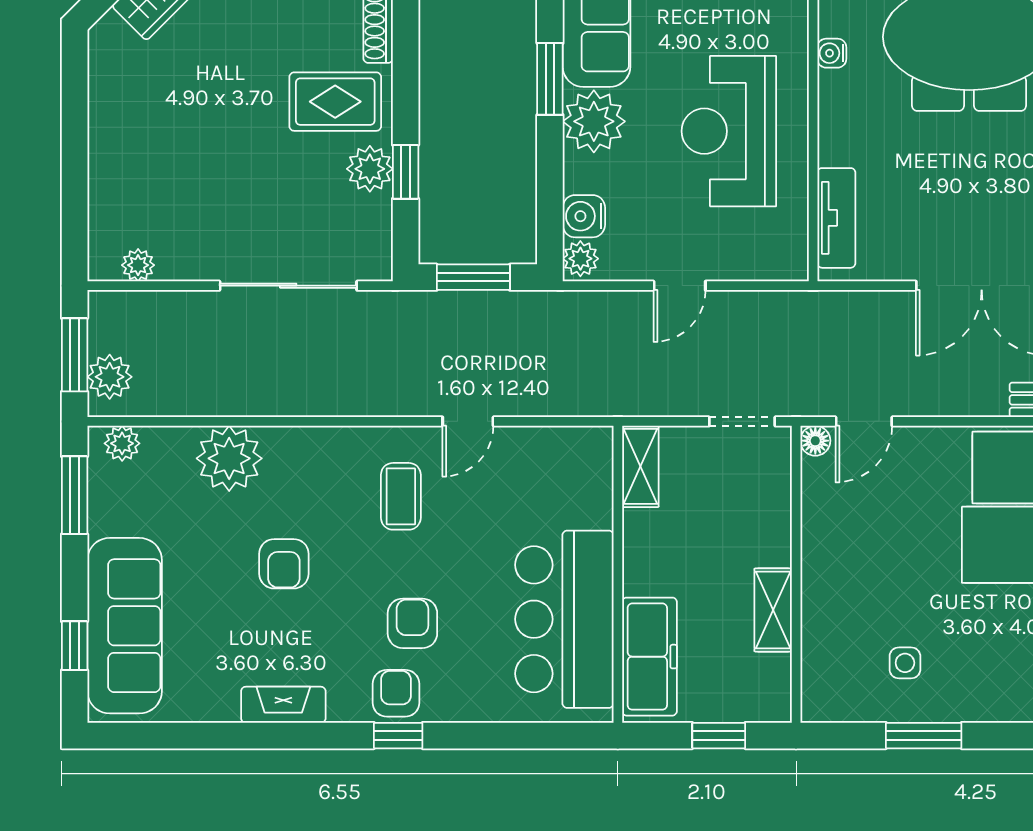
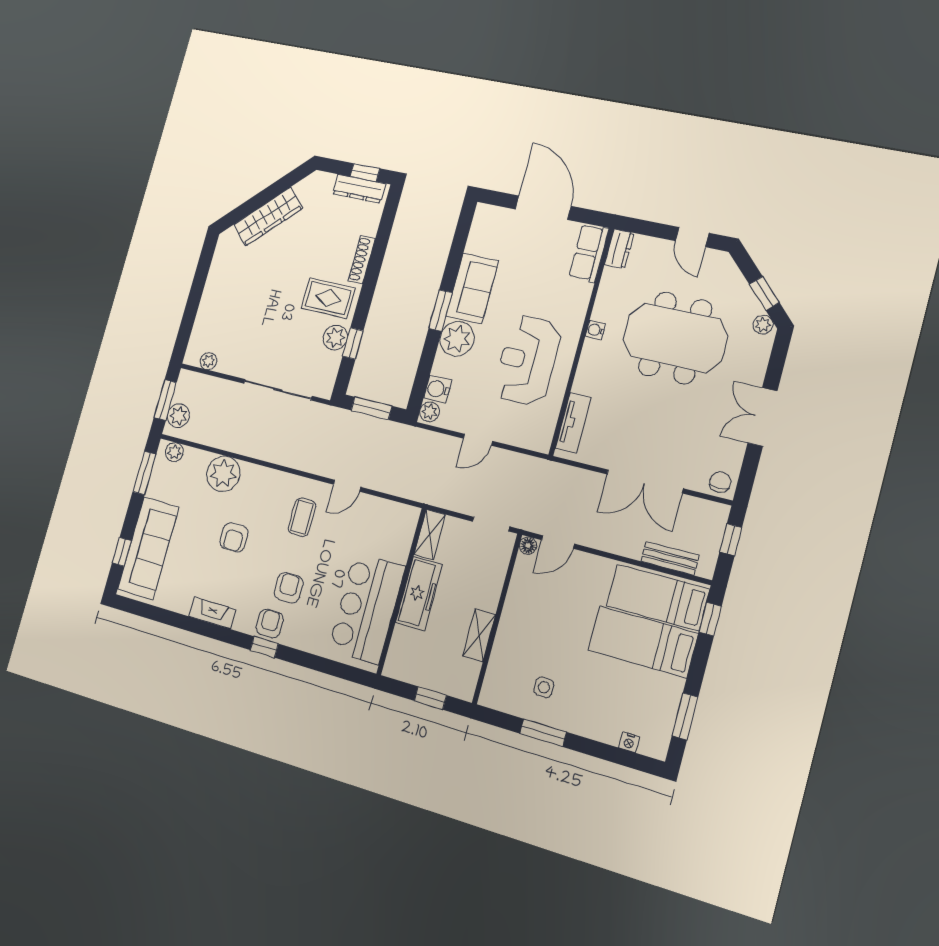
freezer: (649, 657) -> (419, 593), moved

